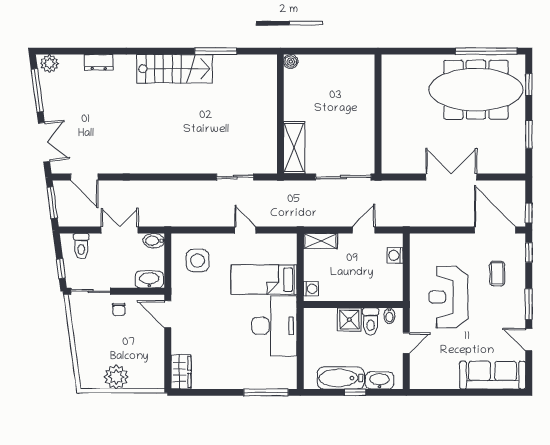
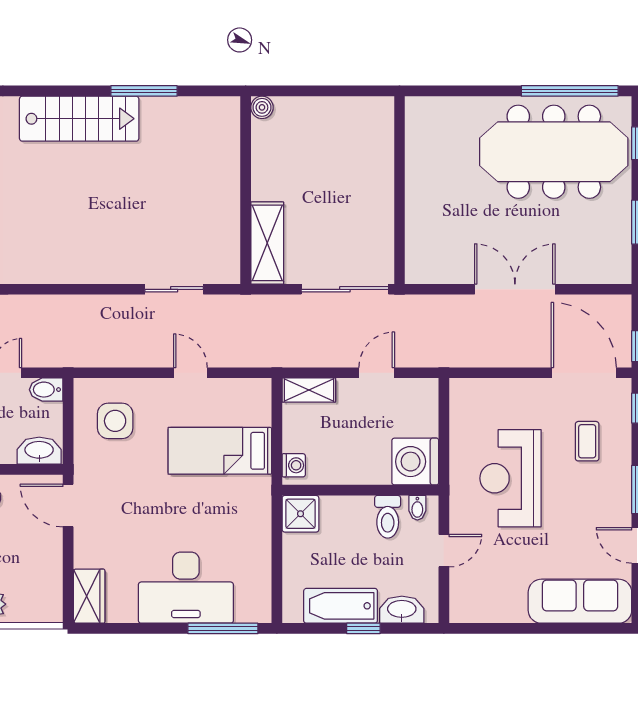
washing machine: (395, 255) -> (415, 462), moved, width x1.89, depth x1.89
shower: (349, 320) -> (300, 514), moved
desk: (274, 326) -> (186, 588), moved, turned 90

